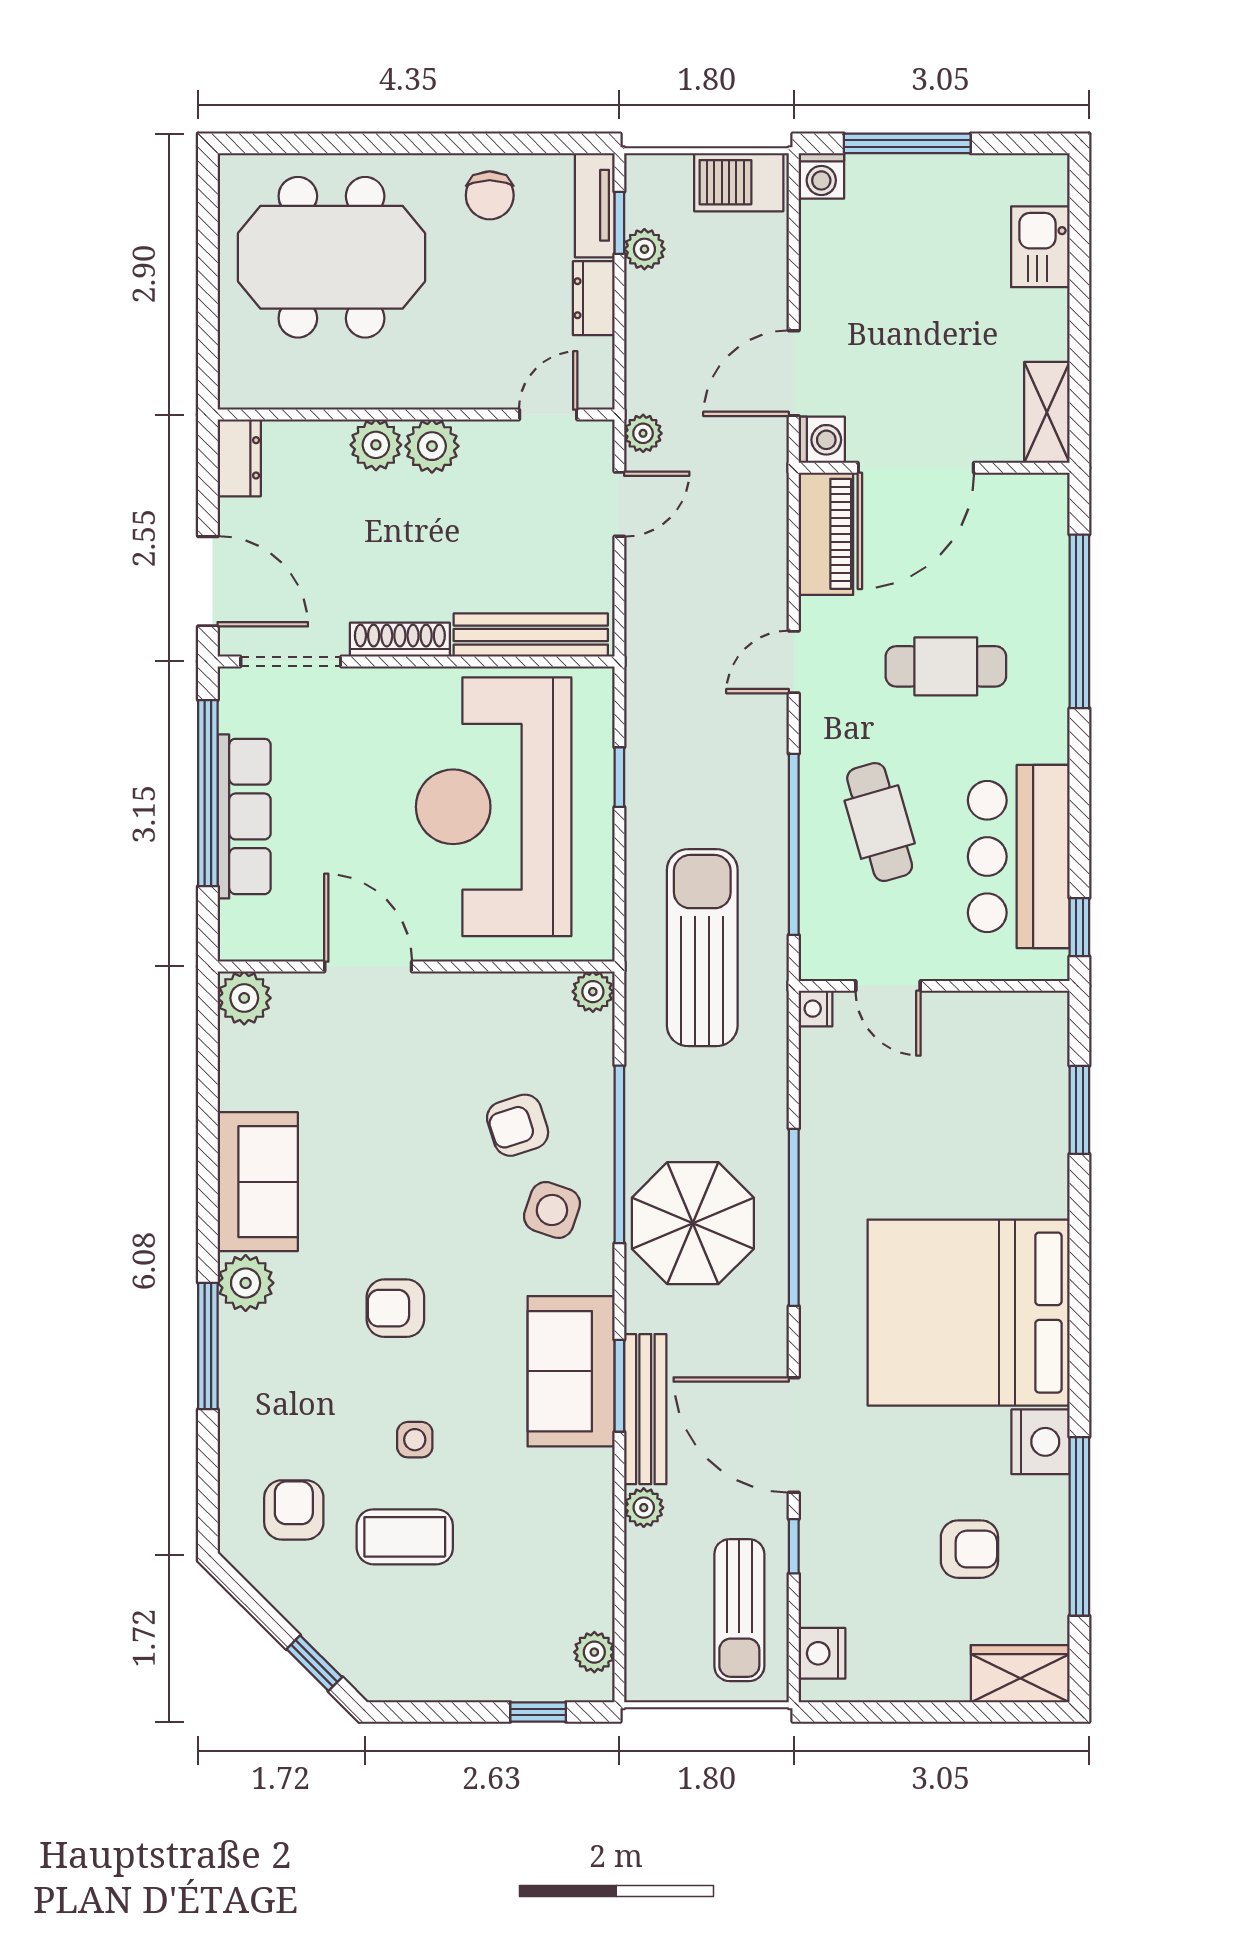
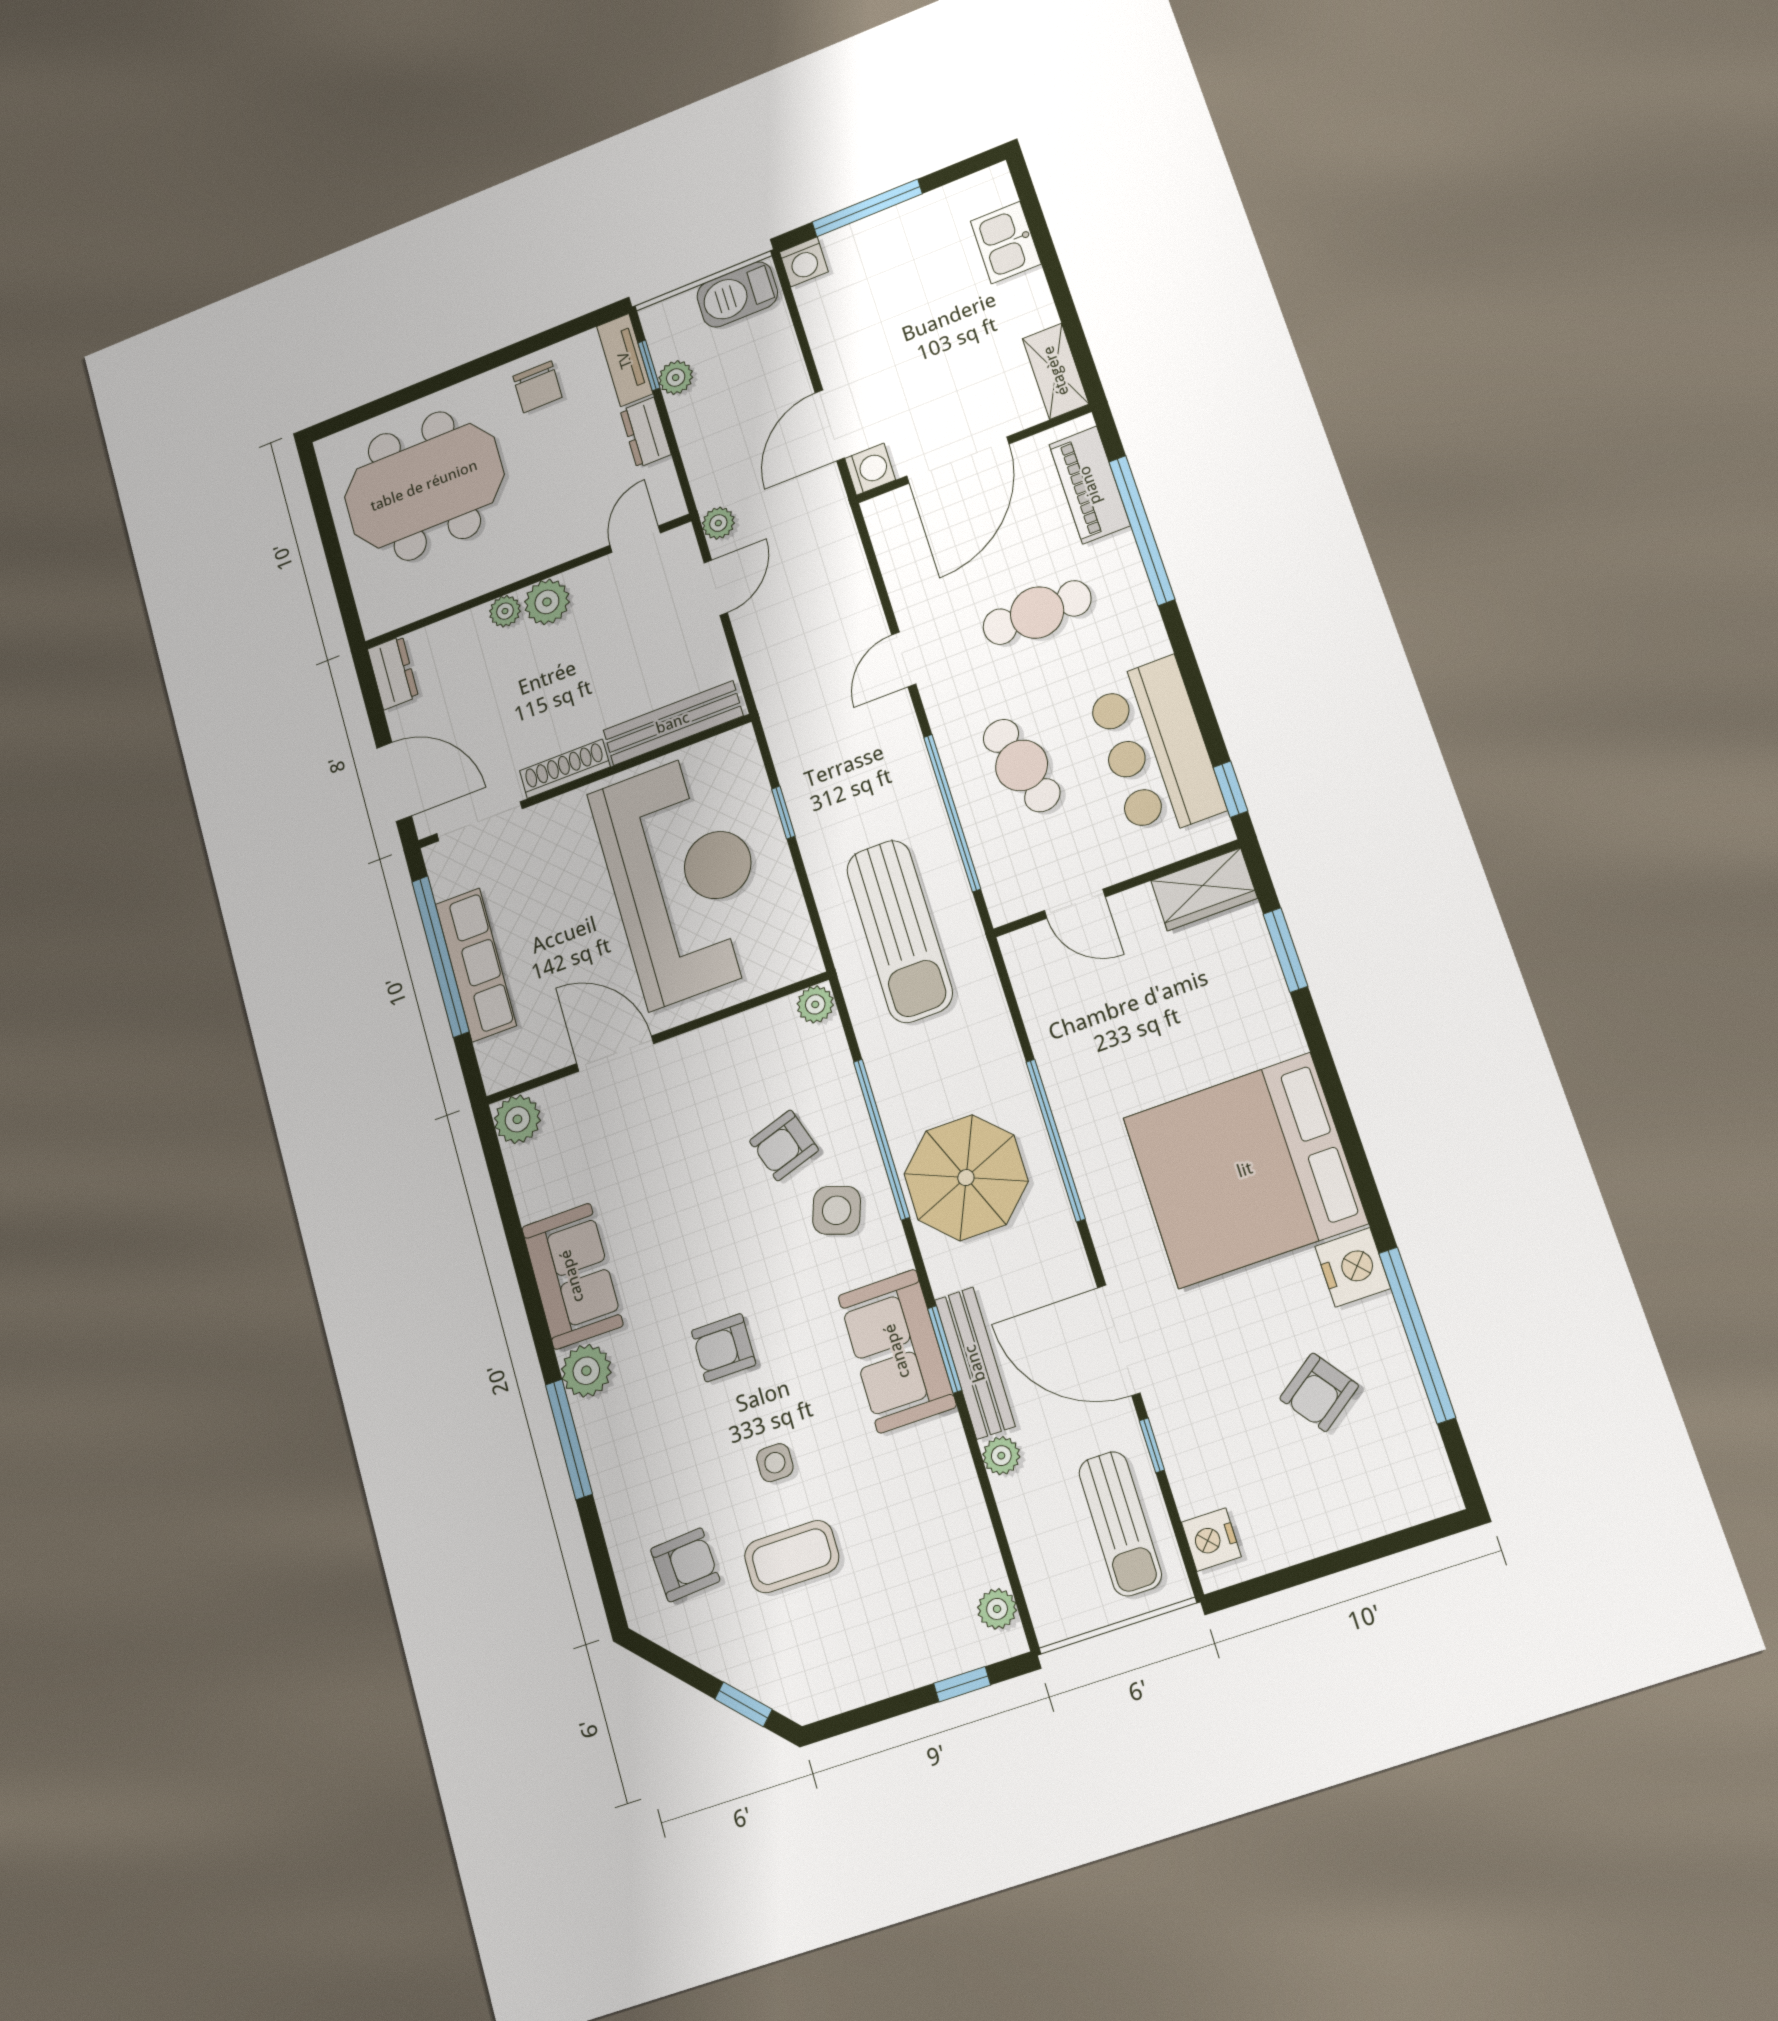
plant: (376, 445) -> (505, 611), width x0.73, depth x0.73
piano: (826, 534) -> (1090, 485), moved, turned 180
reception desk: (494, 807) -> (683, 878), turned 180
sun lounger: (702, 948) -> (899, 931), turned 180
nightstand: (815, 1009) -> (1016, 947), removed
armchair: (294, 1510) -> (685, 1565), turned 86
armchair: (969, 1549) -> (1319, 1392), turned 144
wardrobe: (1020, 1674) -> (1204, 889), moved, turned 180

